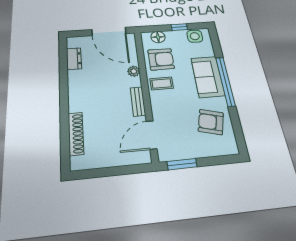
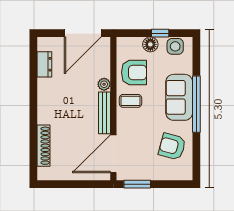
door: (109, 32) -> (83, 33), hinge flipped
floor lamp: (158, 37) -> (150, 44), moved
bench: (138, 101) -> (104, 113), width x1.36
door: (152, 135) -> (113, 154), width x1.36

